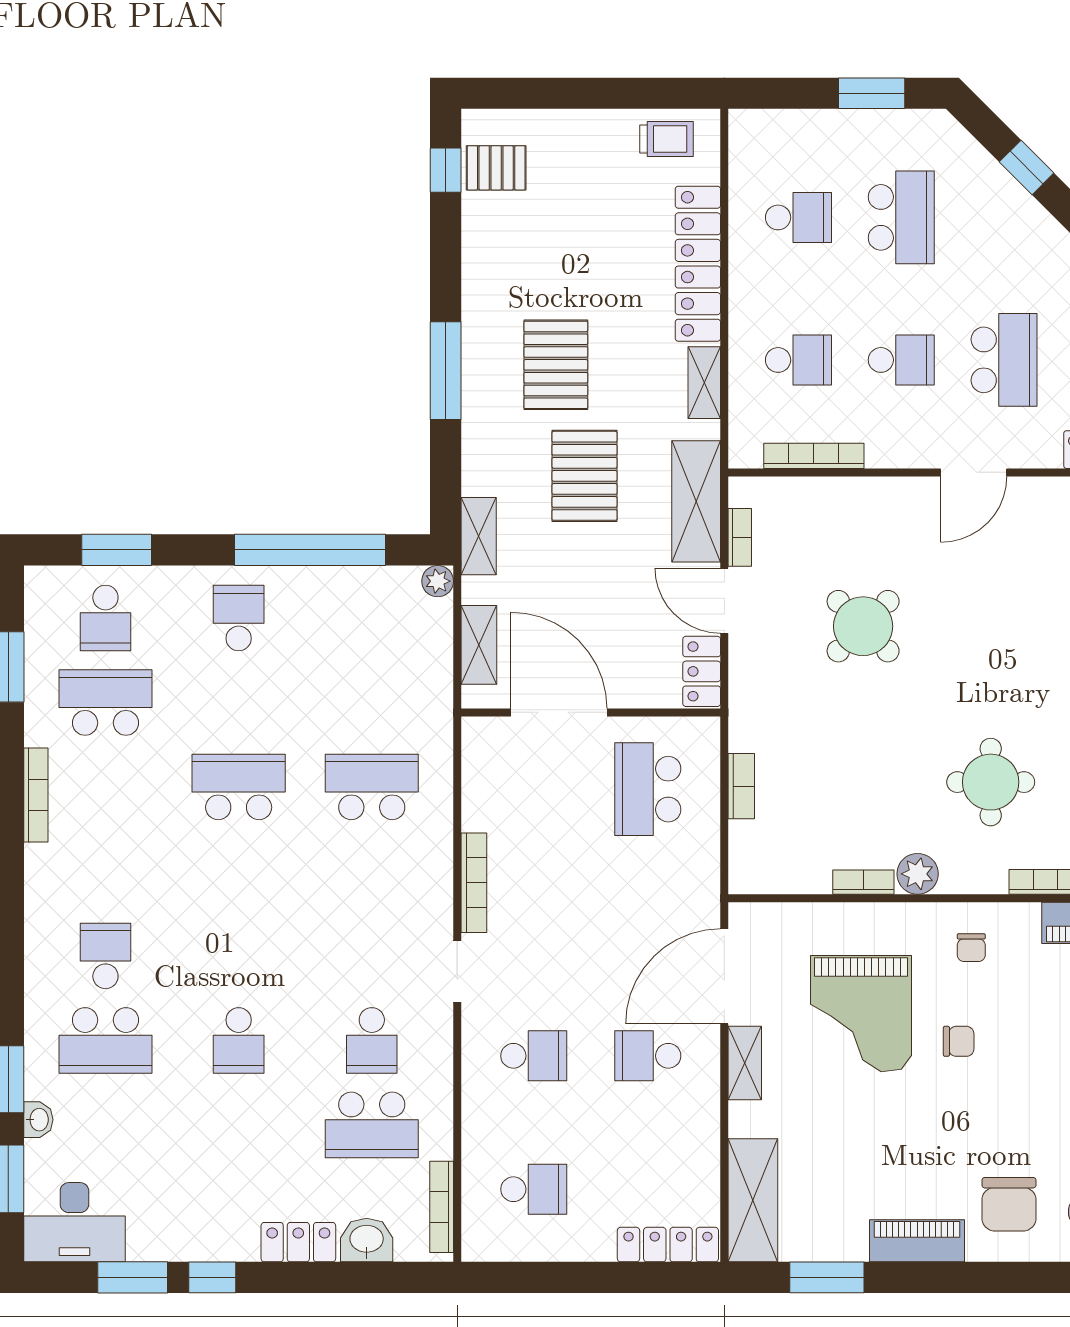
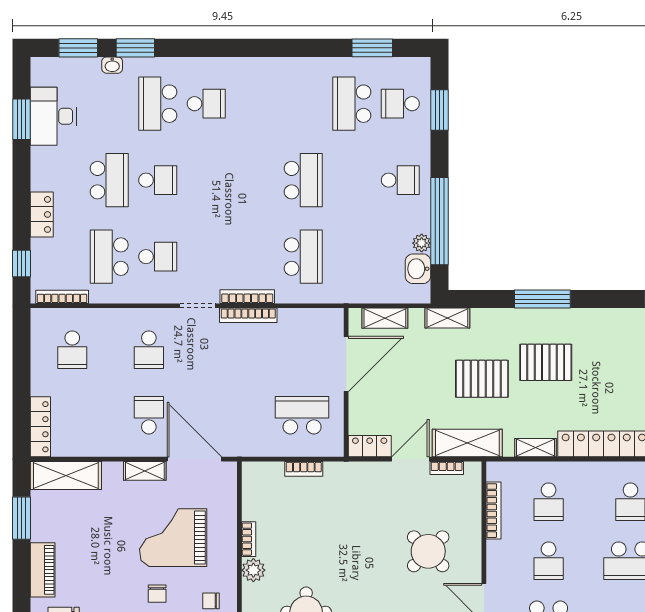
plant: (438, 581) -> (422, 243), moved
round table: (863, 626) -> (428, 551), moved
school desk: (105, 702) -> (352, 104), turned 180
bookcase: (36, 795) -> (247, 297), moved, turned 180
school desk: (239, 1040) -> (158, 180), turned 180
school desk: (372, 1040) -> (158, 257), turned 180
school desk: (239, 1125) -> (109, 180), added
desk: (74, 1222) -> (53, 116), moved
washbasin: (367, 1240) -> (418, 269), moved, turned 180
window: (212, 1277) -> (22, 264), moved

